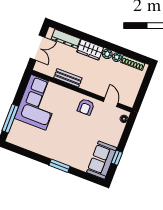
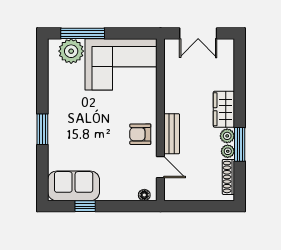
dresser: (66, 39) -> (226, 69), removed
window: (115, 48) -> (240, 144), added
bench: (68, 78) -> (172, 134), moved
door: (111, 102) -> (160, 167), hinge flipped
plant: (18, 130) -> (71, 51), added

